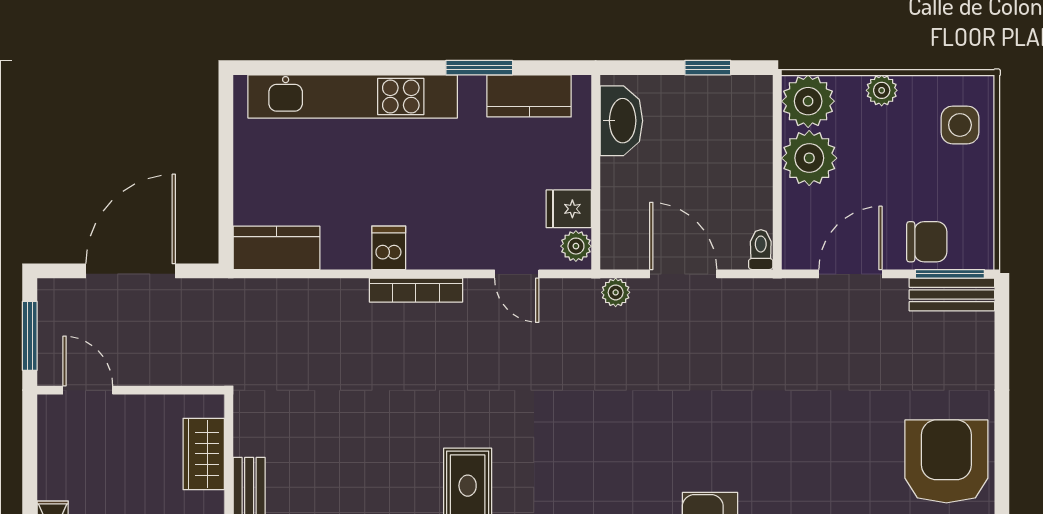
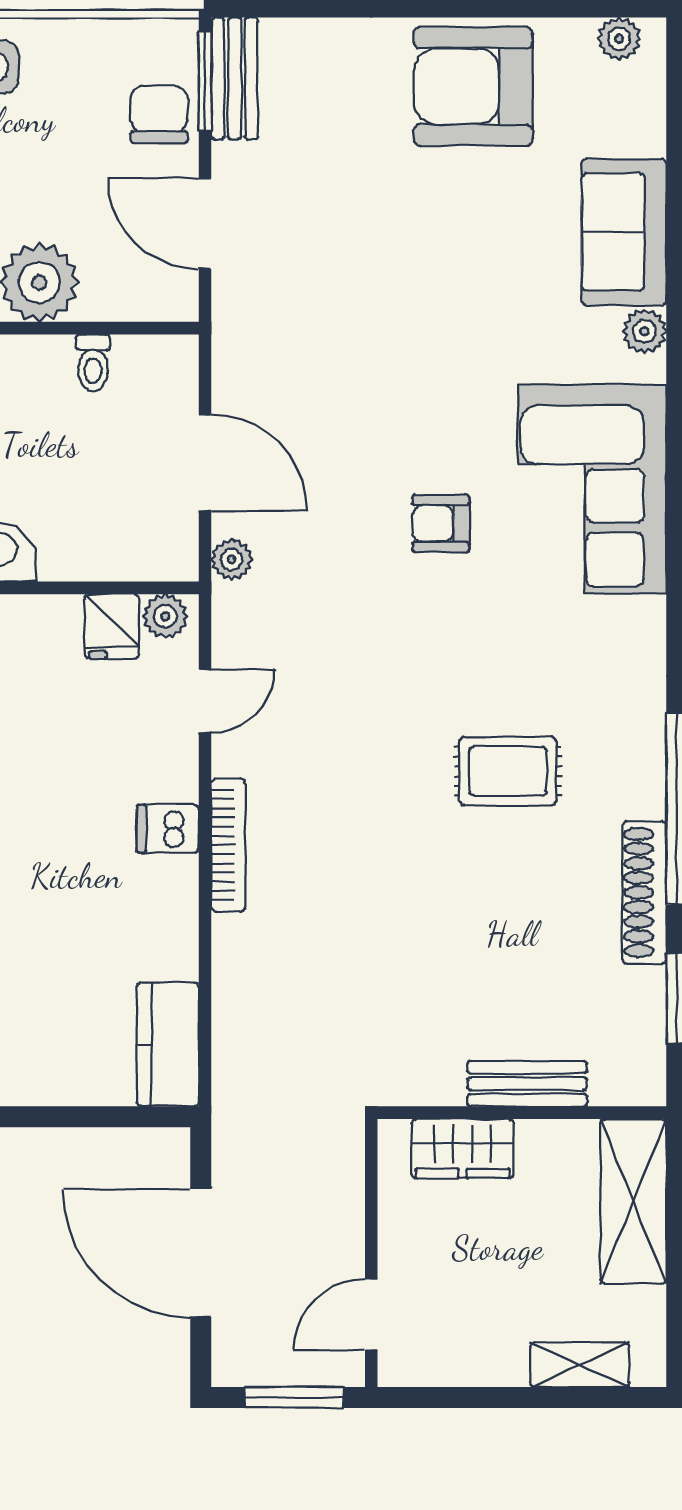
dishwasher: (389, 248) -> (168, 829), moved
toilet: (761, 250) -> (93, 363), moved, turned -90
door: (683, 274) -> (205, 463), swing flipped
armchair: (641, 439) -> (441, 523), added

